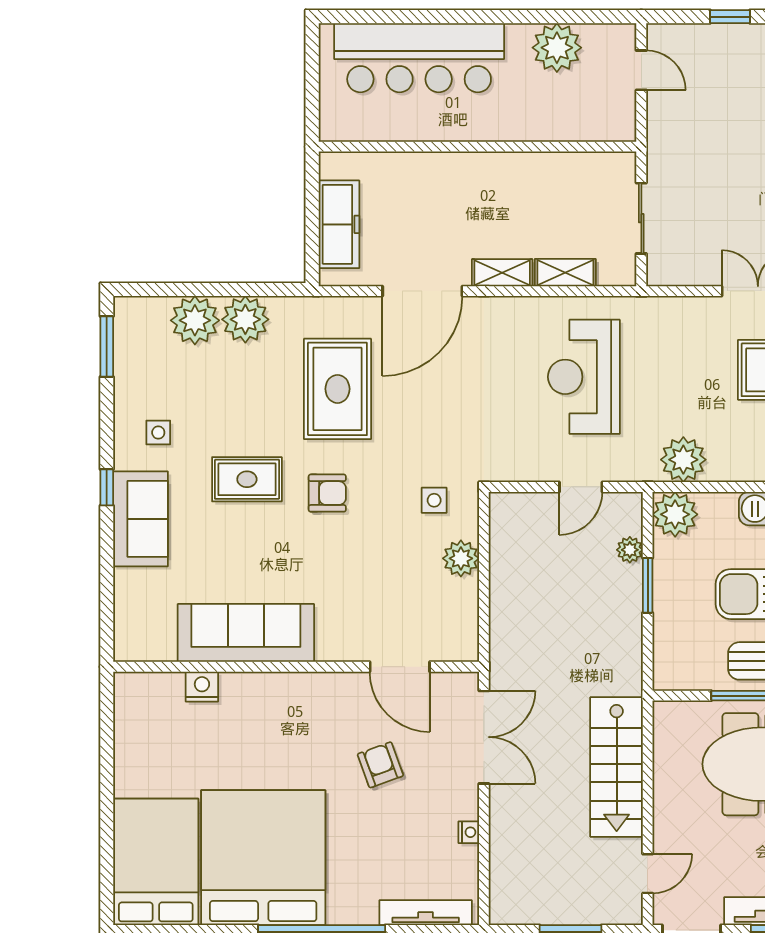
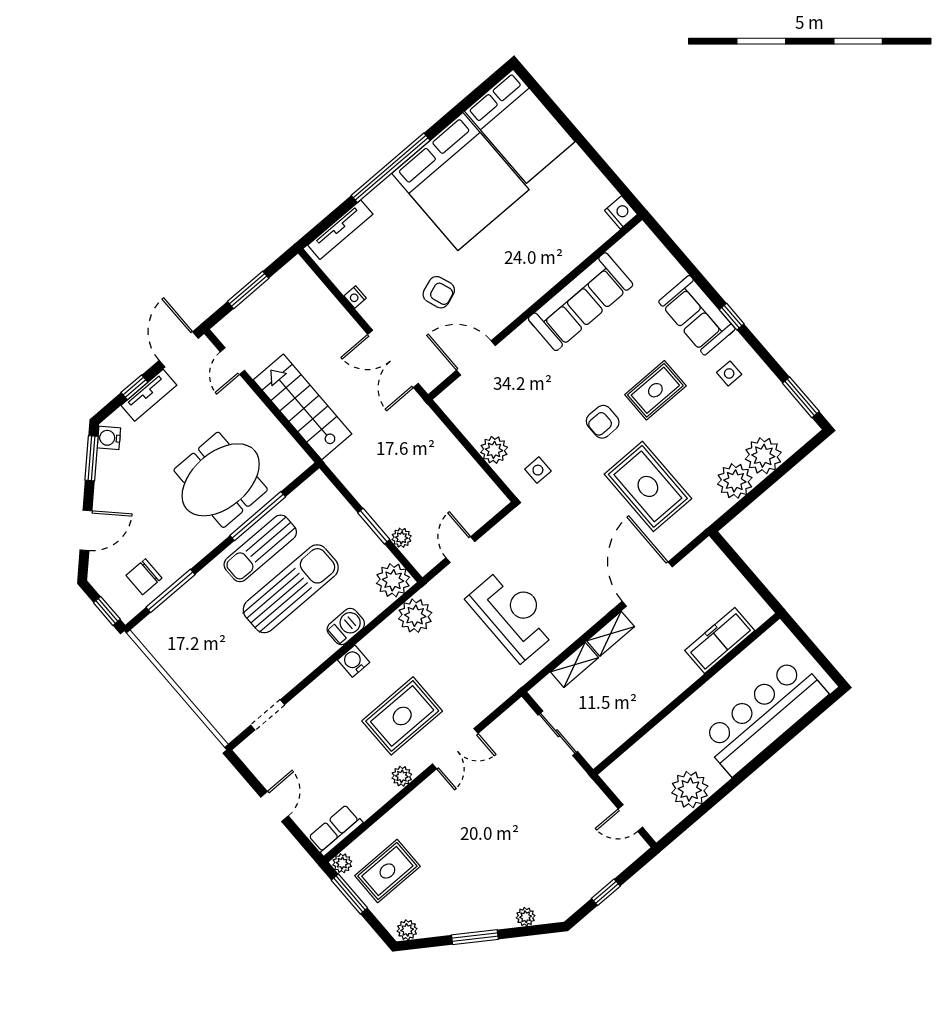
freezer: (339, 224) -> (720, 641), moved, turned 90
nightstand: (202, 687) -> (621, 212), moved, turned -90

